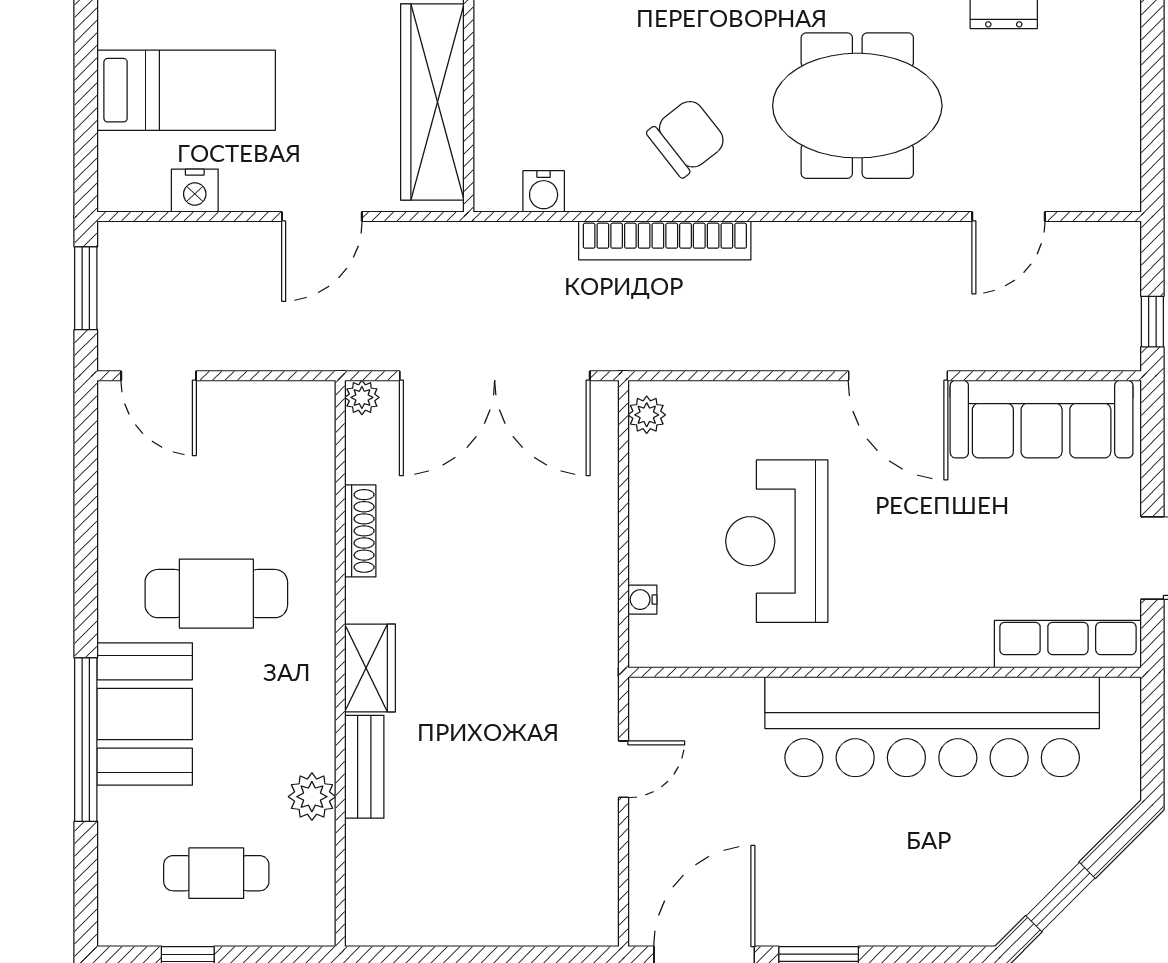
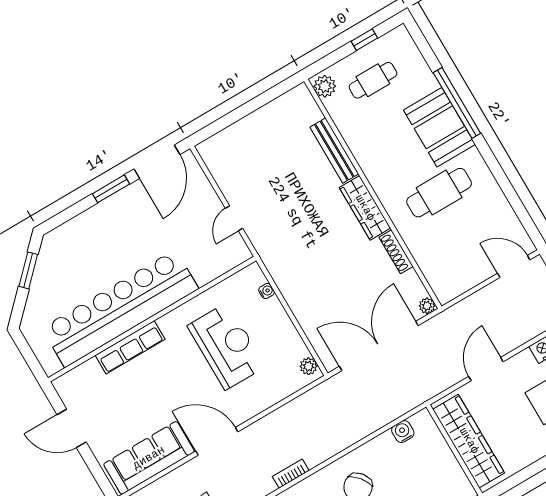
bookcase: (665, 240) -> (291, 474), moved, width x0.43, depth x0.76
row of seats: (1068, 644) -> (130, 347), moved
wardrobe: (370, 668) -> (365, 208), width x1.50
bench: (364, 767) -> (334, 151), width x1.36
plant: (312, 797) -> (325, 86), moved

